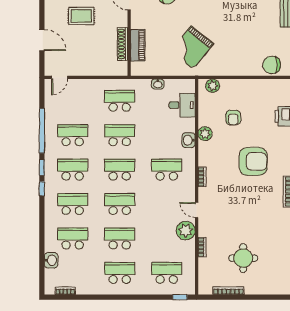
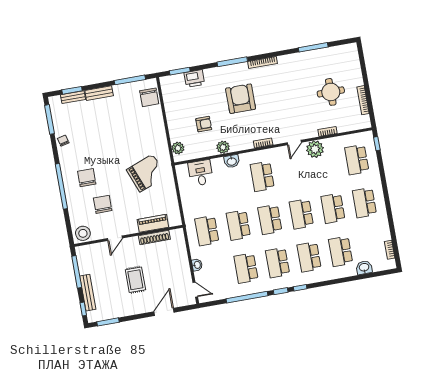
grand piano: (192, 48) -> (146, 173), turned -60
washbasin: (158, 84) -> (197, 265), moved

